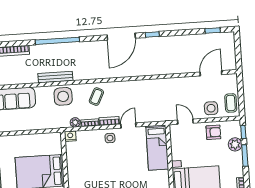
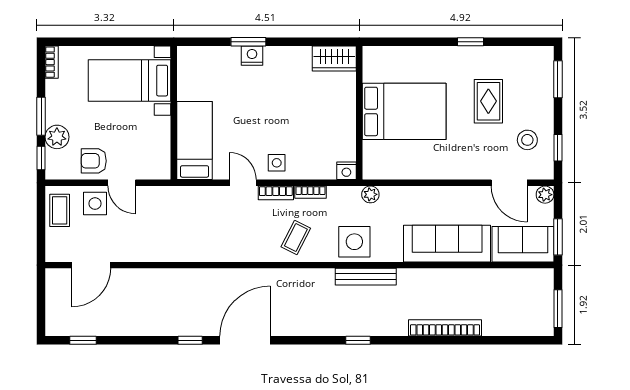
window: (57, 41) -> (358, 340), width x0.32
plant: (75, 122) -> (370, 194), moved
door: (185, 122) -> (122, 183), moved
door: (128, 126) -> (243, 183), swing flipped

